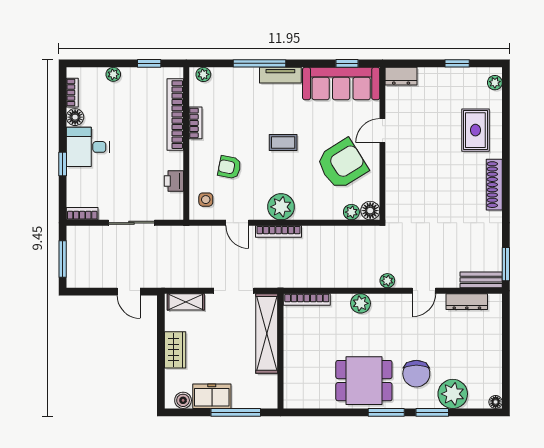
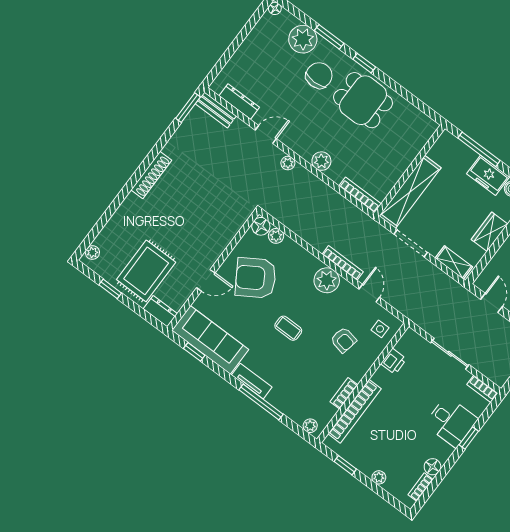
rug: (475, 130) -> (146, 271), moved, width x1.36, depth x1.43
desk: (88, 147) -> (451, 422), moved
window: (386, 412) -> (364, 63), width x0.67

